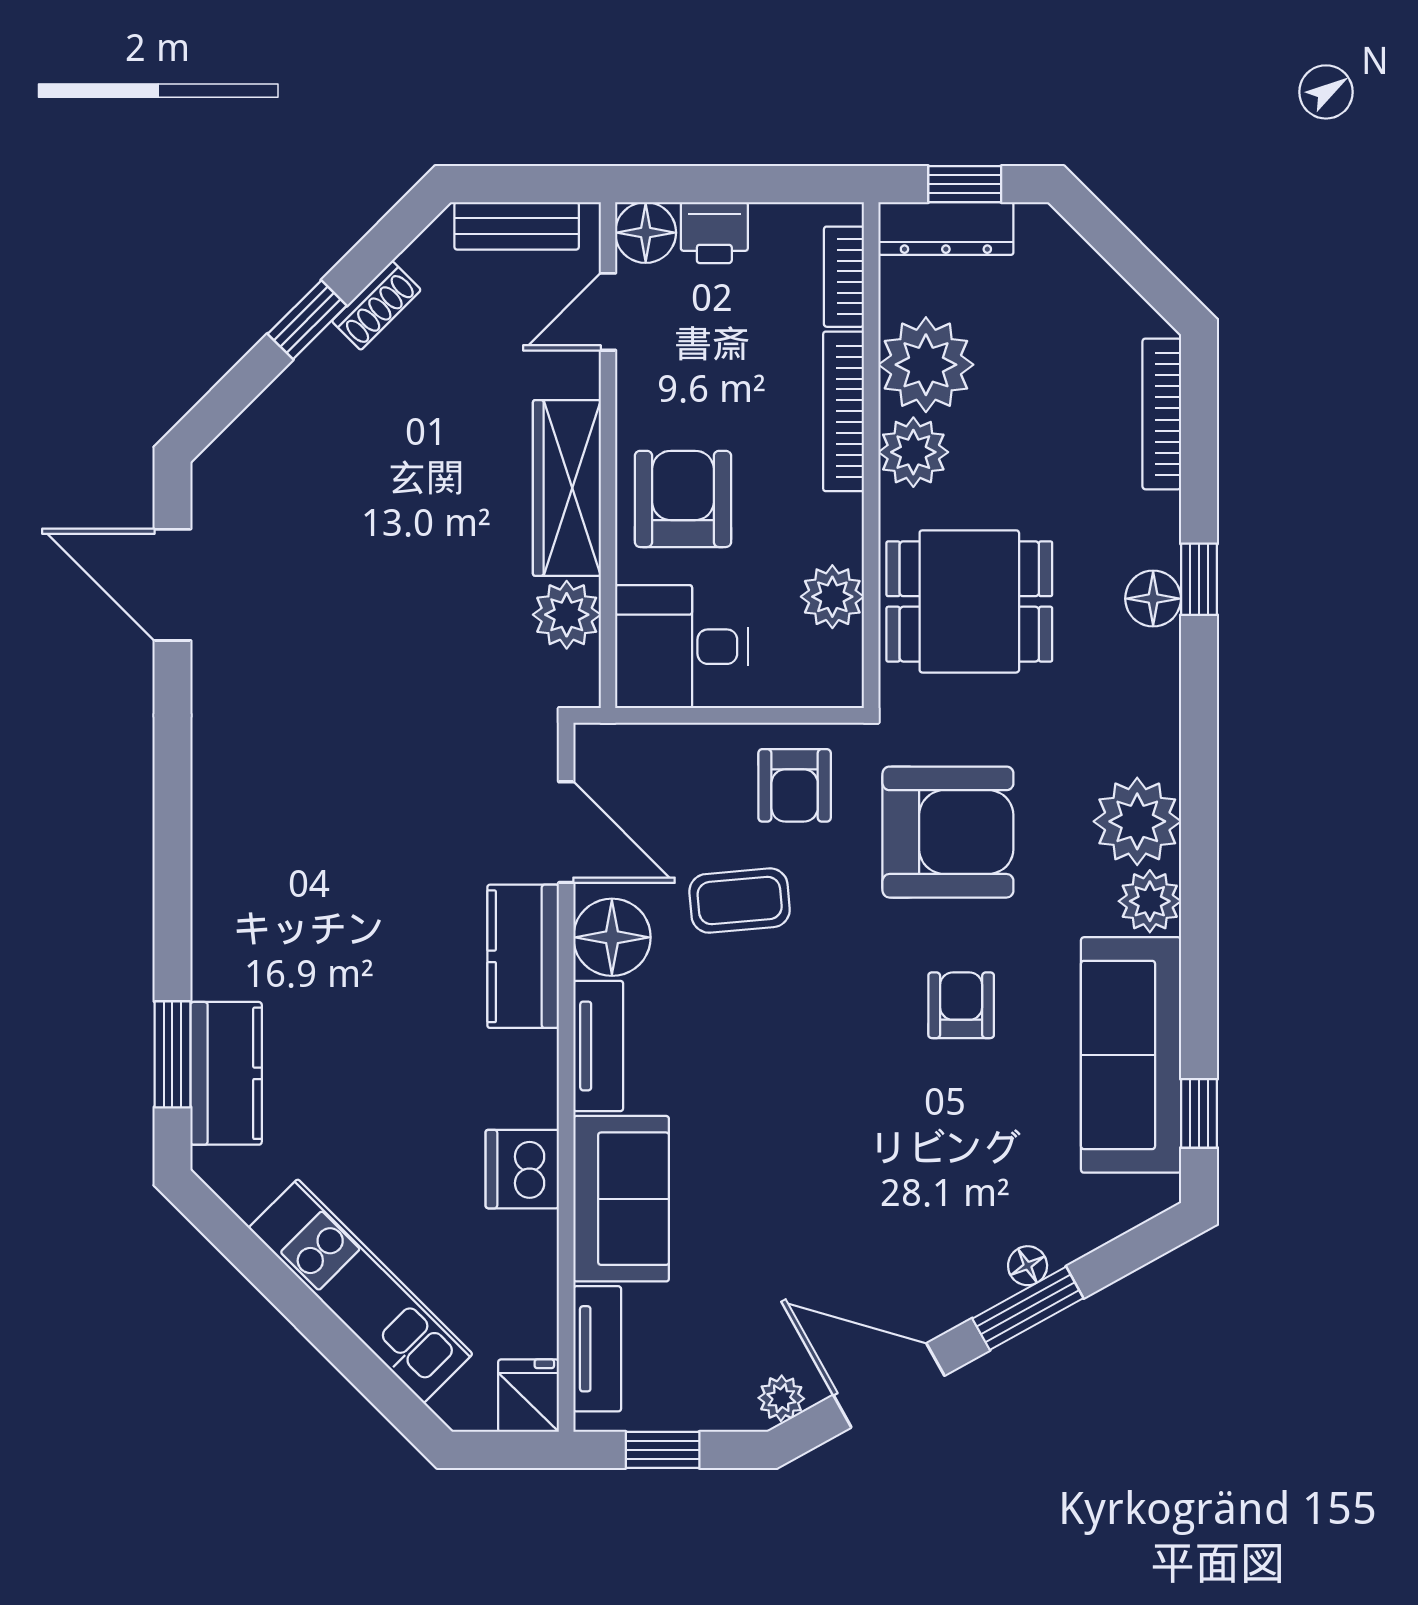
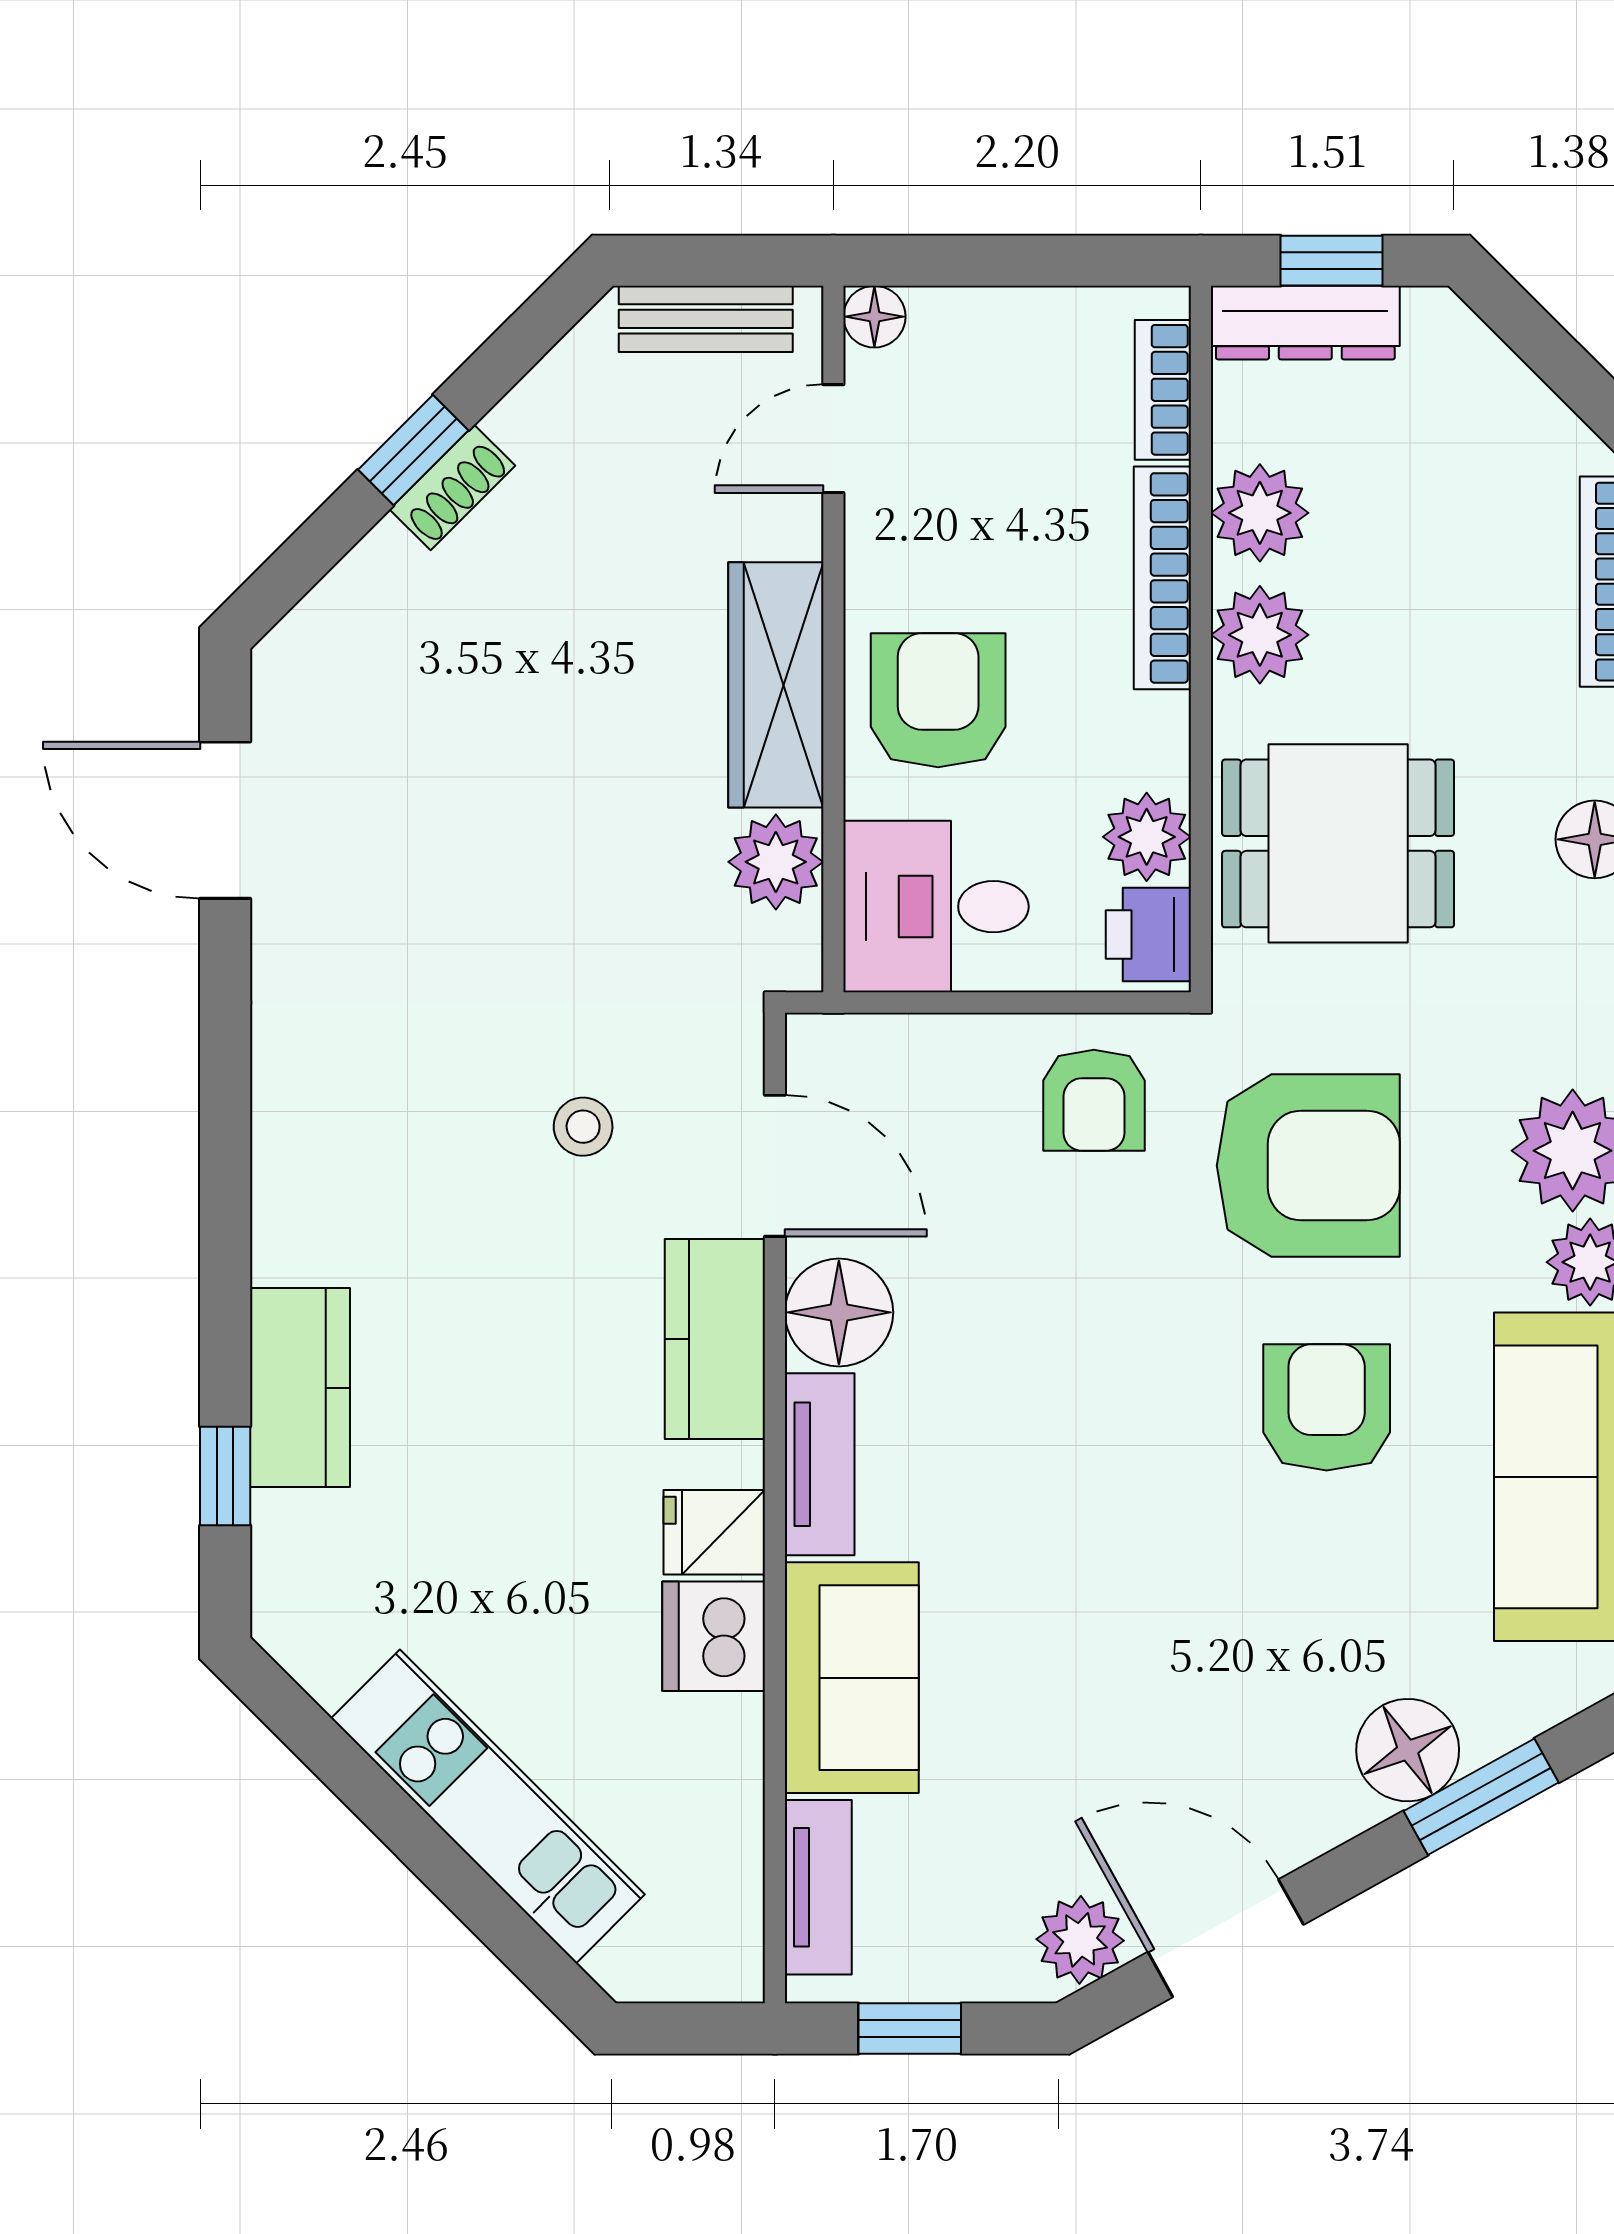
floor lamp: (646, 233) -> (874, 317), width x0.73, depth x0.73
printer: (714, 233) -> (1148, 935), moved, turned 90
shoe rack: (376, 305) -> (452, 487), moved
plant: (926, 365) -> (1260, 513), width x0.73, depth x0.73
stool: (429, 804) -> (583, 1127), added
coffee table: (740, 901) -> (1017, 1261), removed
armchair: (961, 1005) -> (1327, 1407), width x1.38, depth x1.38
window: (172, 1054) -> (225, 1476), width x0.67
kitchen counter: (226, 1073) -> (300, 1388), moved
floor lamp: (1028, 1266) -> (1408, 1750), width x1.89, depth x1.89
window: (1028, 1308) -> (1481, 1797), moved
fridge: (529, 1396) -> (714, 1532), moved, turned -90
plant: (781, 1398) -> (1080, 1940), width x1.38, depth x1.38

